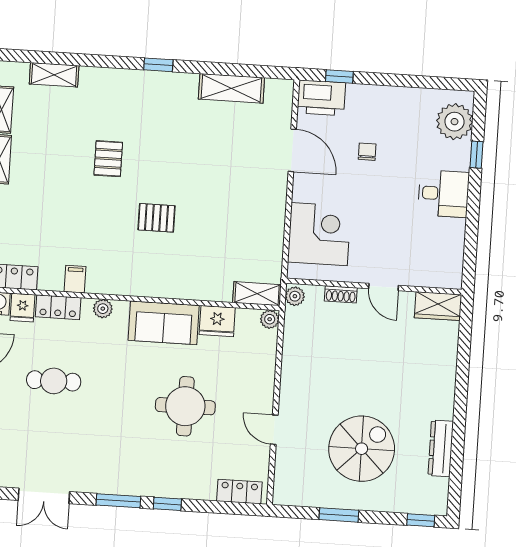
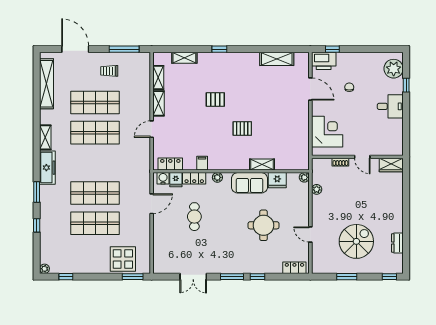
window: (158, 65) -> (219, 49), moved
pallet: (108, 159) -> (215, 99), turned 90
shelving: (257, 294) -> (262, 165), moved
plant: (295, 296) -> (317, 189), moved
cafe table: (54, 381) -> (194, 217), turned 90
dresser: (441, 448) -> (397, 243), width x0.70

